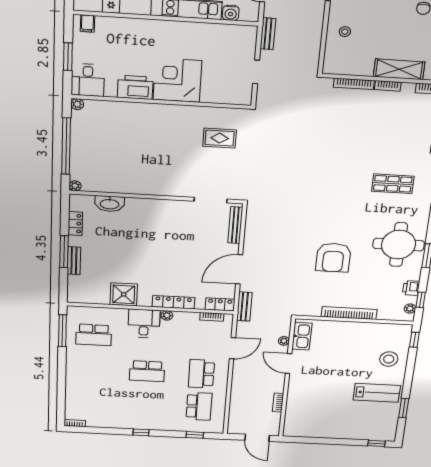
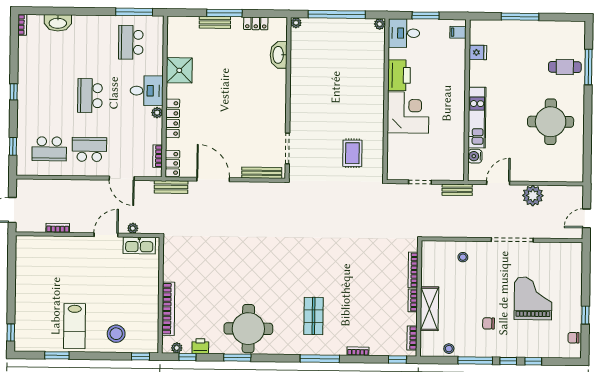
armchair: (333, 258) -> (231, 268), removed
bookcase: (349, 313) -> (168, 309), moved
washbasin: (73, 395) -> (58, 23), added

